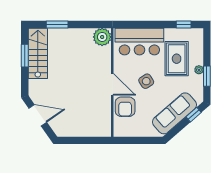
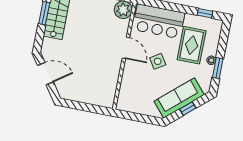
door: (112, 84) -> (126, 48), moved
armchair: (125, 107) -> (132, 82), removed
window: (194, 115) -> (188, 109), moved

